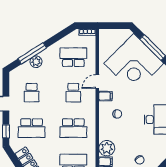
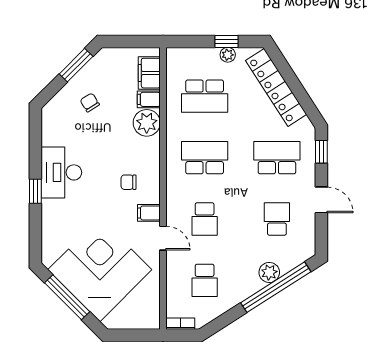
window: (32, 53) -> (276, 287), width x1.46
school desk: (73, 57) -> (205, 280), width x0.54
door: (97, 82) -> (163, 238), hinge flipped
school desk: (73, 93) -> (205, 219), turned 180

